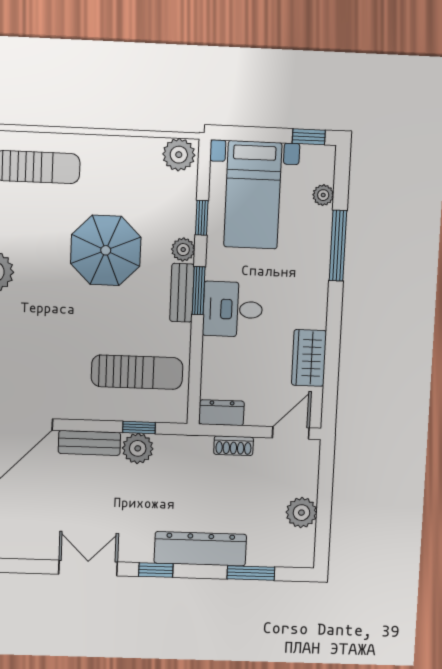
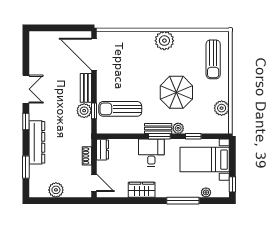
plant: (179, 155) -> (222, 108), moved
wardrobe: (309, 358) -> (142, 190), moved
sun lounger: (137, 372) -> (120, 109), turned 90

